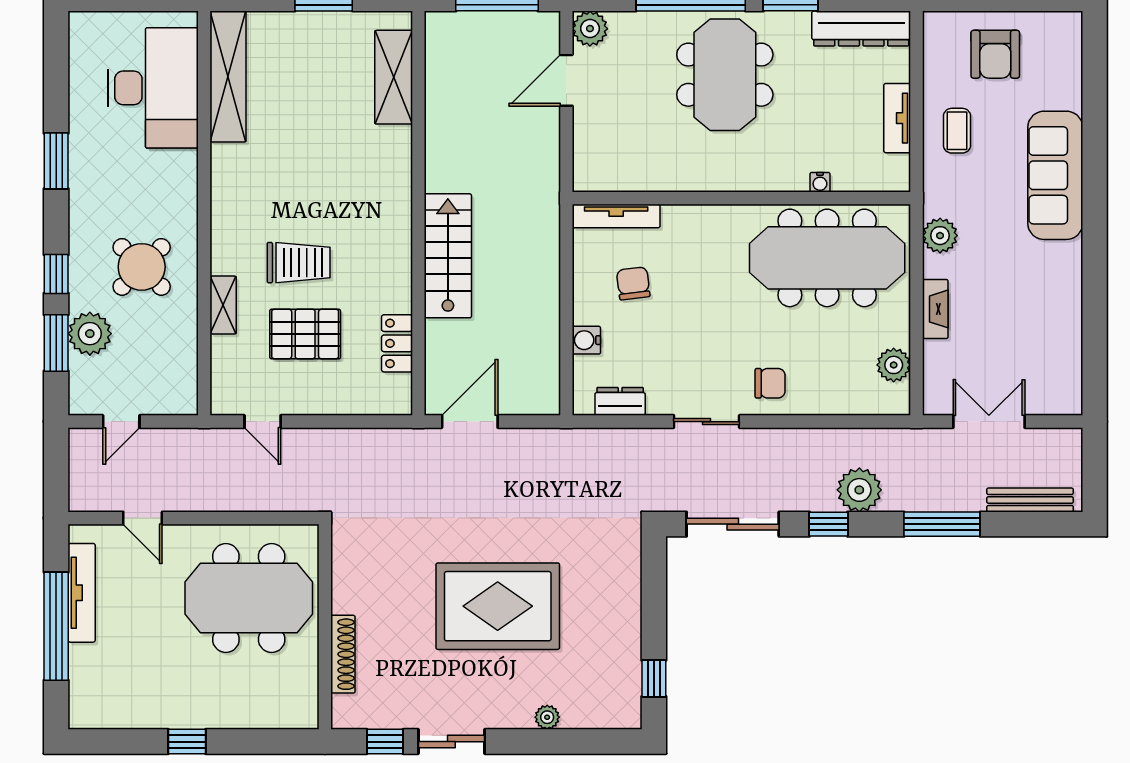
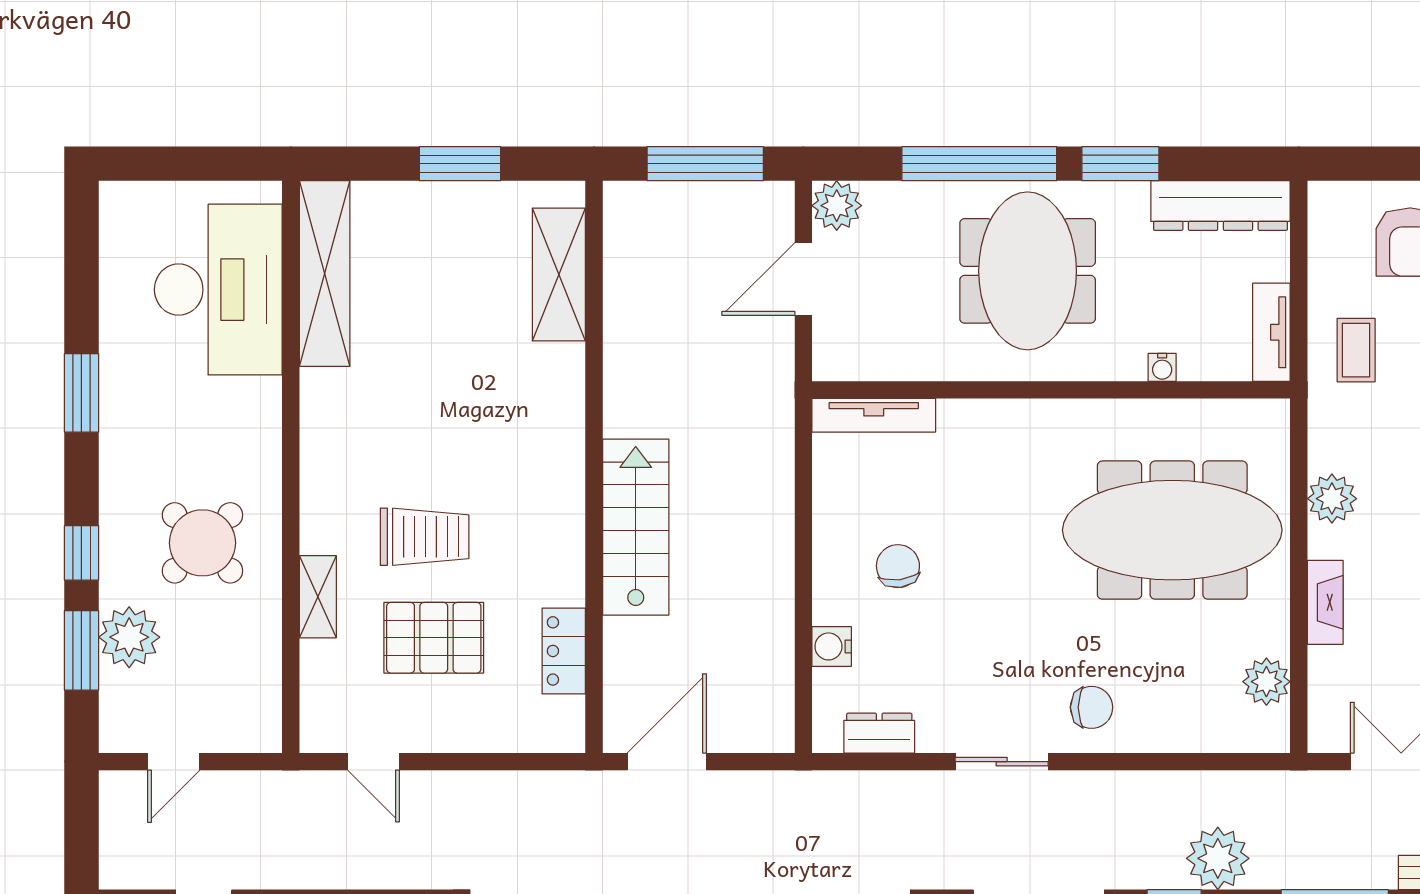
water cooler: (820, 182) -> (1162, 367), moved
wall: (741, 198) -> (1051, 390), moved
tv unit: (616, 216) -> (874, 415), moved

